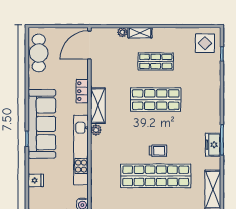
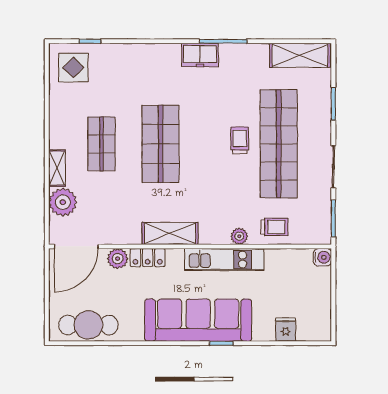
plant: (122, 32) -> (63, 202), width x1.88, depth x1.88
door: (89, 45) -> (76, 246), hinge flipped
plant: (82, 72) -> (118, 259), added
plant: (96, 130) -> (239, 236), moved
freezer: (213, 145) -> (200, 55), moved
kitchen unit: (81, 150) -> (224, 260), width x0.73
trolley: (102, 173) -> (274, 227), added

